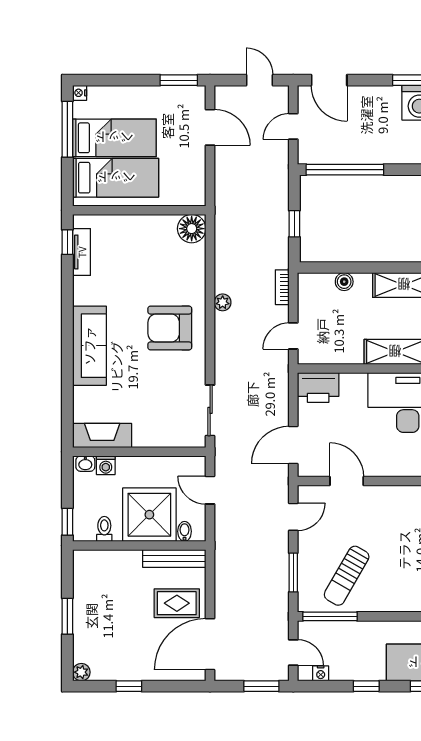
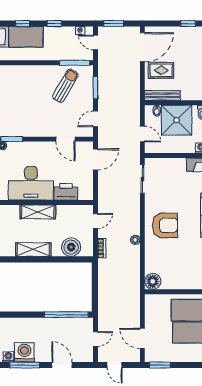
door: (329, 80) -> (62, 365), moved
window: (294, 224) -> (95, 284), removed
boiler: (344, 282) -> (71, 247), width x1.86, depth x1.86
printer: (318, 388) -> (66, 192), moved

